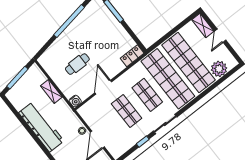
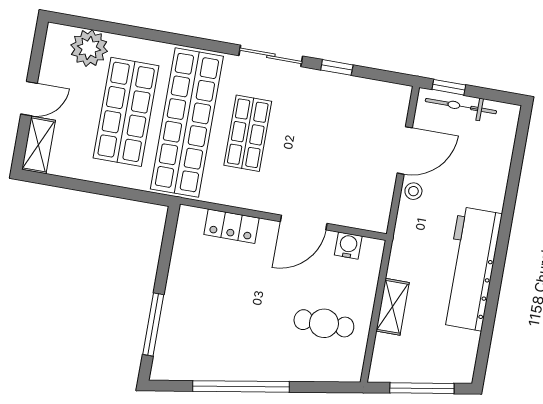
locker: (132, 56) -> (231, 226), moved
shop shelf: (188, 63) -> (126, 112), width x0.71
cafe table: (77, 64) -> (324, 323), moved
water cooler: (75, 101) -> (348, 246), moved
shop shelf: (127, 111) -> (309, 144), removed

